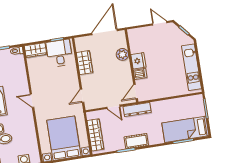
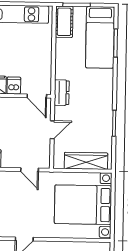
dresser: (137, 110) -> (62, 93), width x0.70
cot: (136, 141) -> (64, 22), moved

